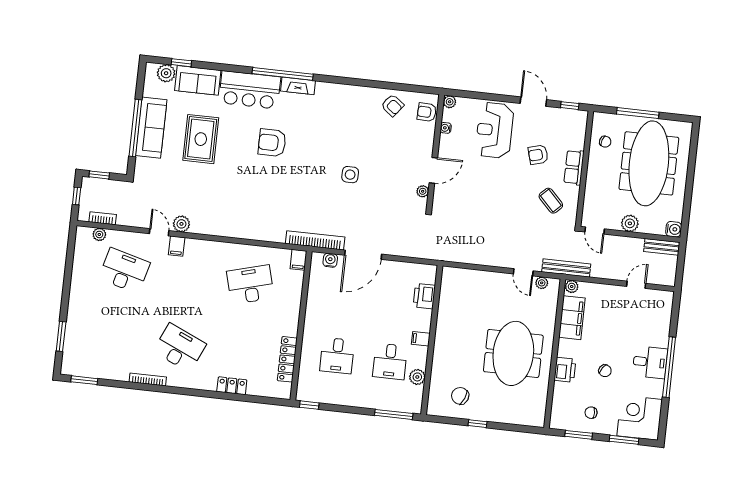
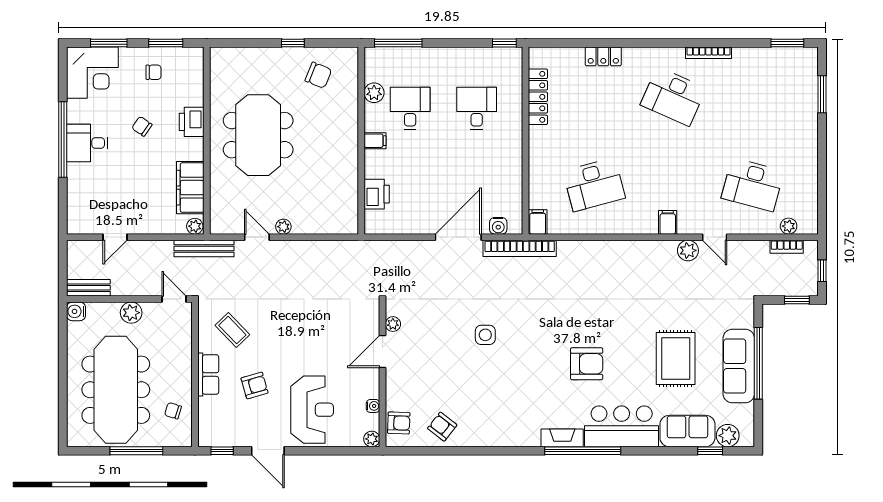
filing cabinet: (177, 246) -> (668, 222), moved
plant: (542, 283) -> (283, 227), moved

